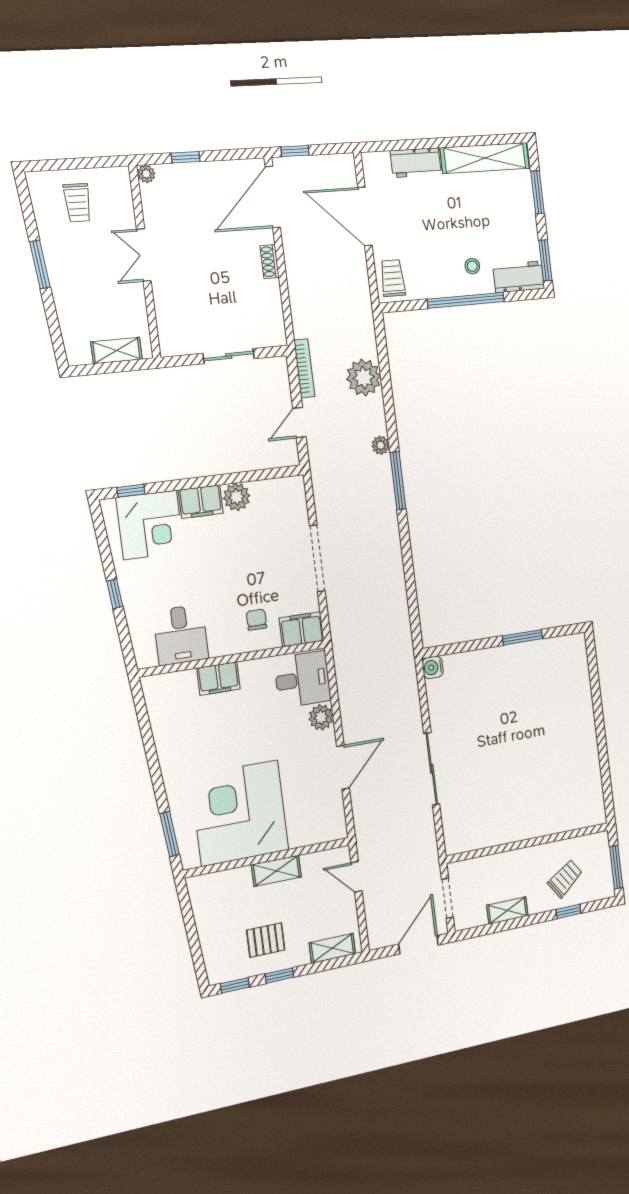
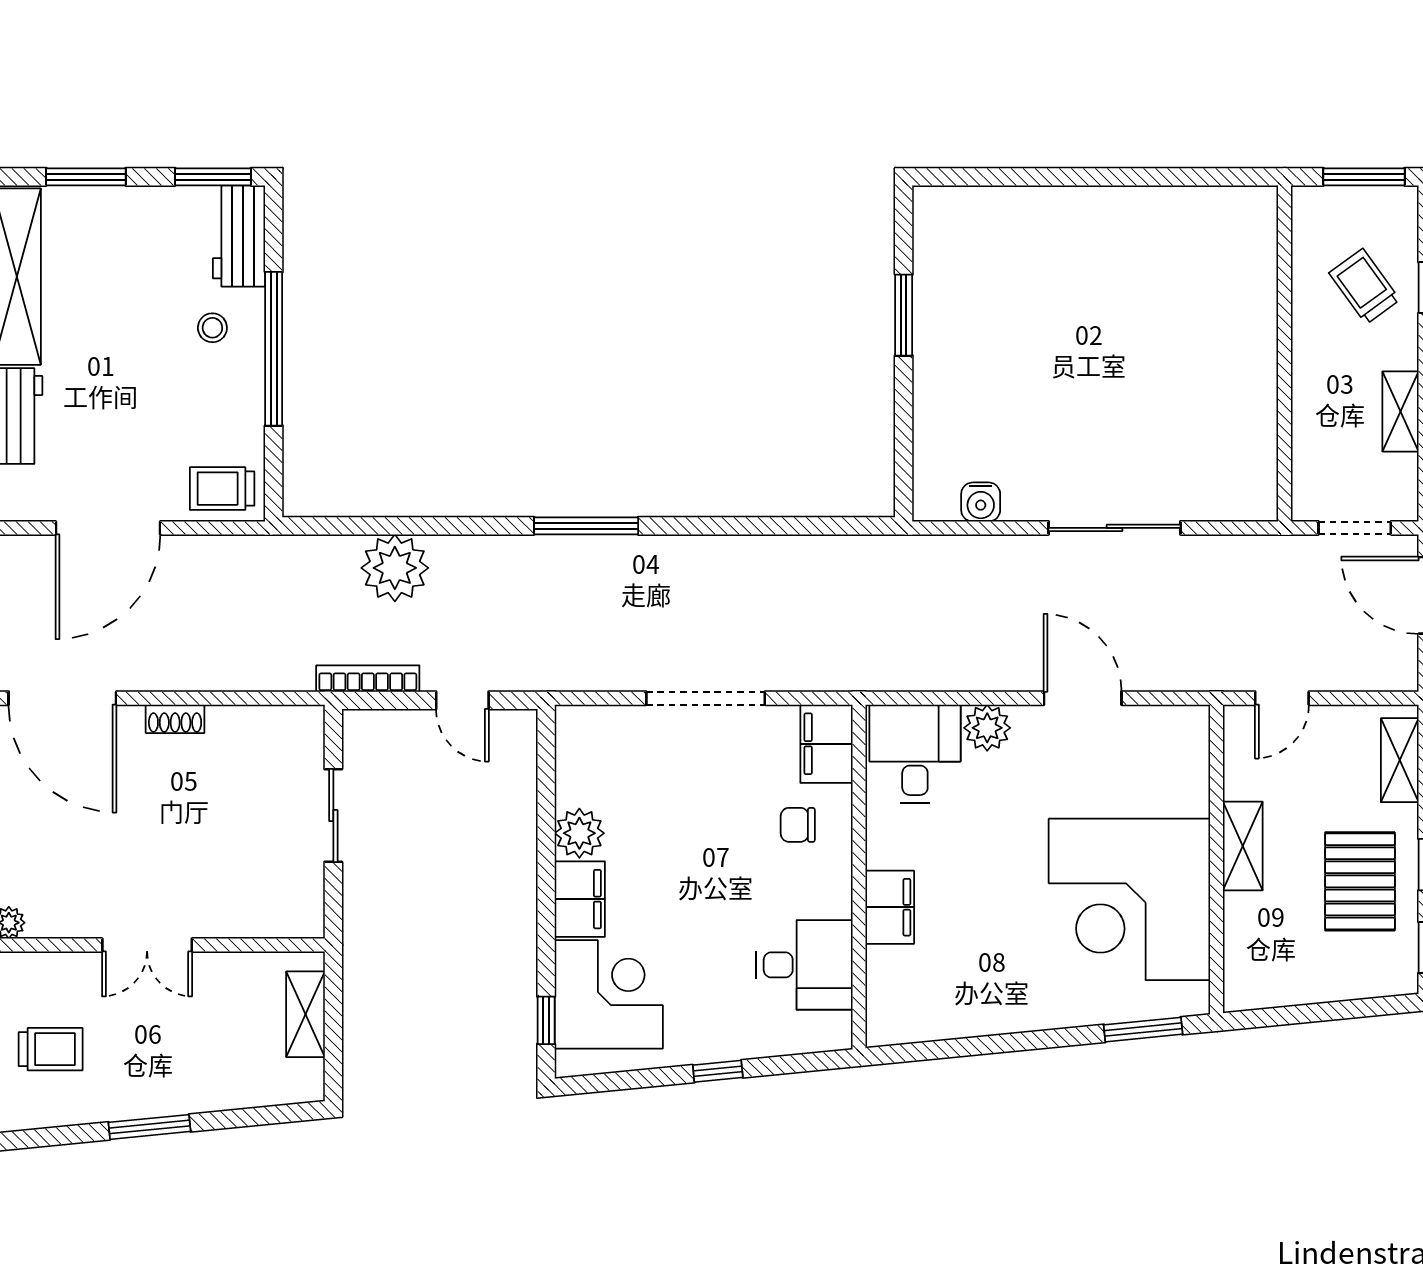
plant: (381, 445) -> (519, 551), removed
water cooler: (433, 667) -> (981, 502), moved
pallet: (266, 940) -> (1360, 881), width x1.50, depth x1.42

